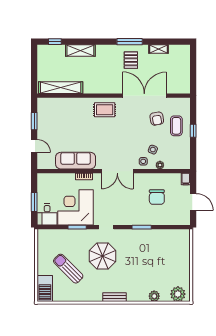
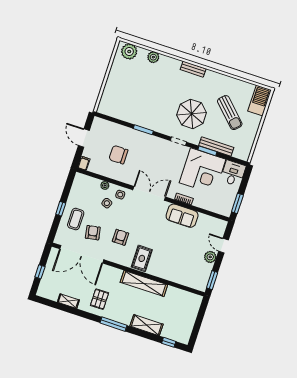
window: (130, 42) -> (113, 324), moved
window: (193, 67) -> (40, 272), added
shelving: (61, 88) -> (144, 284), moved
double door: (144, 96) -> (82, 254), moved
rug: (105, 110) -> (142, 258), turned 90
window: (34, 121) -> (212, 280), moved
armchair: (130, 123) -> (120, 237), added
plant: (43, 132) -> (210, 257), added
sofa: (76, 161) -> (182, 216), width x0.73
chair: (157, 197) -> (118, 155), turned -90
window: (34, 202) -> (237, 203), moved
bench: (70, 234) -> (216, 146), added

